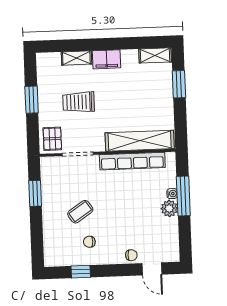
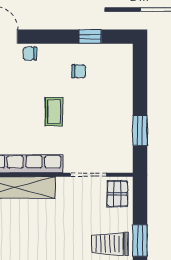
trolley: (79, 102) -> (110, 244), moved, turned 180
coffee table: (80, 212) -> (54, 112), moved, turned -56

